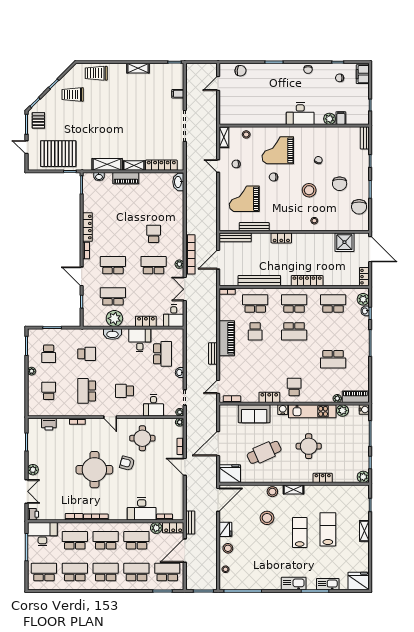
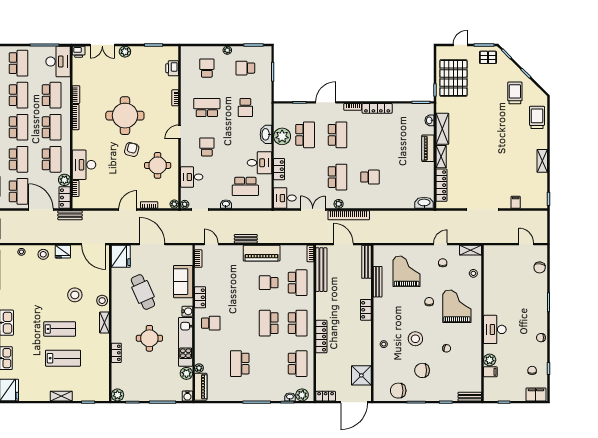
bench: (259, 281) -> (321, 270), moved
school desk: (49, 391) -> (207, 68), turned -90

